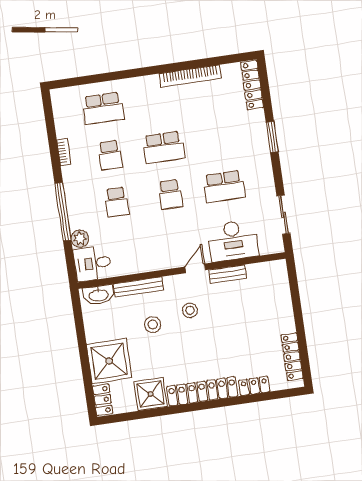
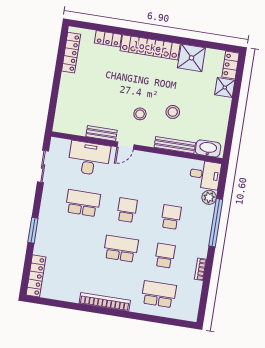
bookcase: (190, 76) -> (105, 302), moved
shower: (109, 361) -> (225, 88), width x0.54, depth x0.54

